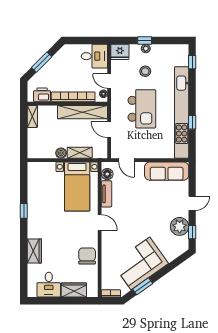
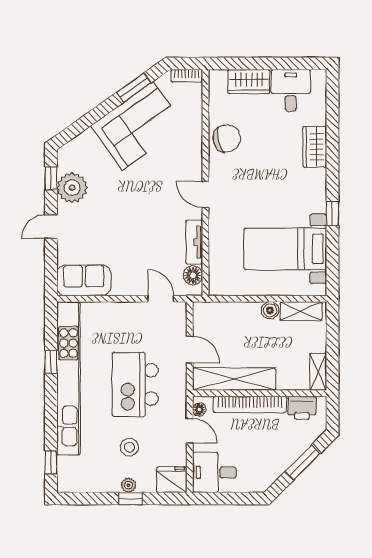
shelving: (80, 153) -> (301, 311), moved
sofa: (167, 171) -> (84, 280), width x0.73
bed with nightstands: (77, 187) -> (285, 249), moved, turned -90
chair: (87, 256) -> (227, 138), turned -103

